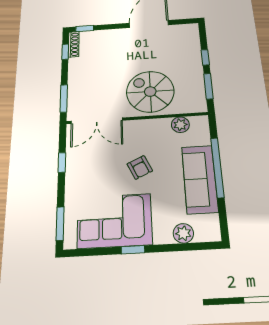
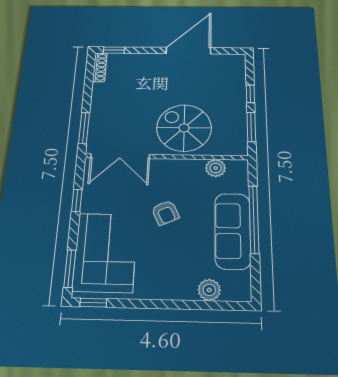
window: (65, 52) -> (89, 75), removed
corner sofa: (114, 221) -> (105, 252), moved, turned 90
window: (133, 250) -> (93, 303), moved

